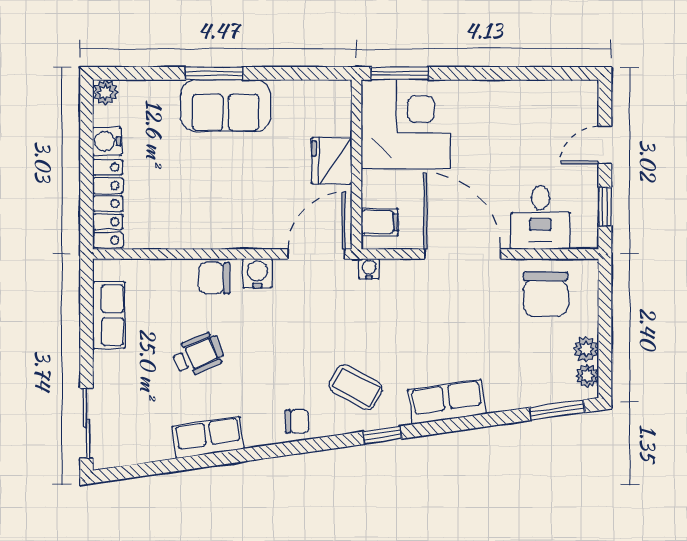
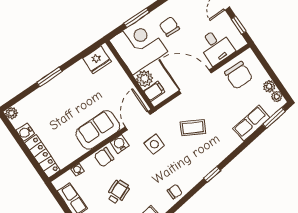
window: (400, 73) -> (137, 18), moved
sofa: (226, 106) -> (98, 130), moved, turned 180
chair: (482, 127) -> (169, 27), added
fridge: (332, 161) -> (97, 60), moved, turned -90
plant: (378, 189) -> (145, 78), added
water cooler: (369, 269) -> (78, 170), moved
side table: (317, 315) -> (154, 144), added
coffee table: (356, 387) -> (193, 128), moved
row of seats: (447, 402) -> (251, 123), moved

